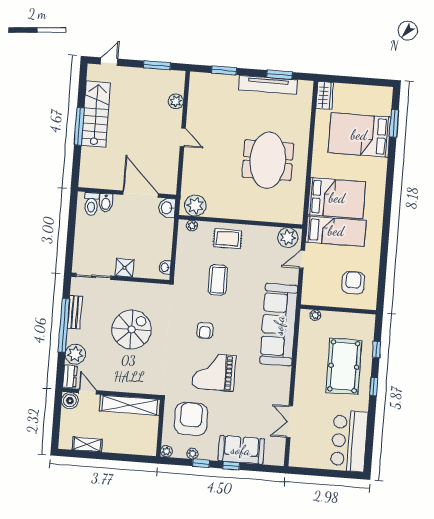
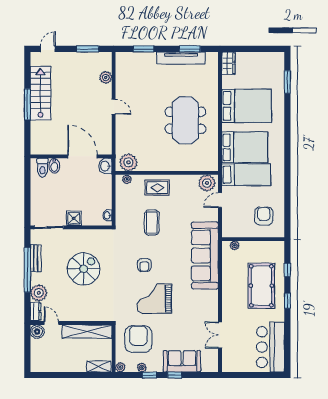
bed: (359, 135) -> (247, 106), moved, turned 180
shelving: (87, 444) -> (99, 367), moved

